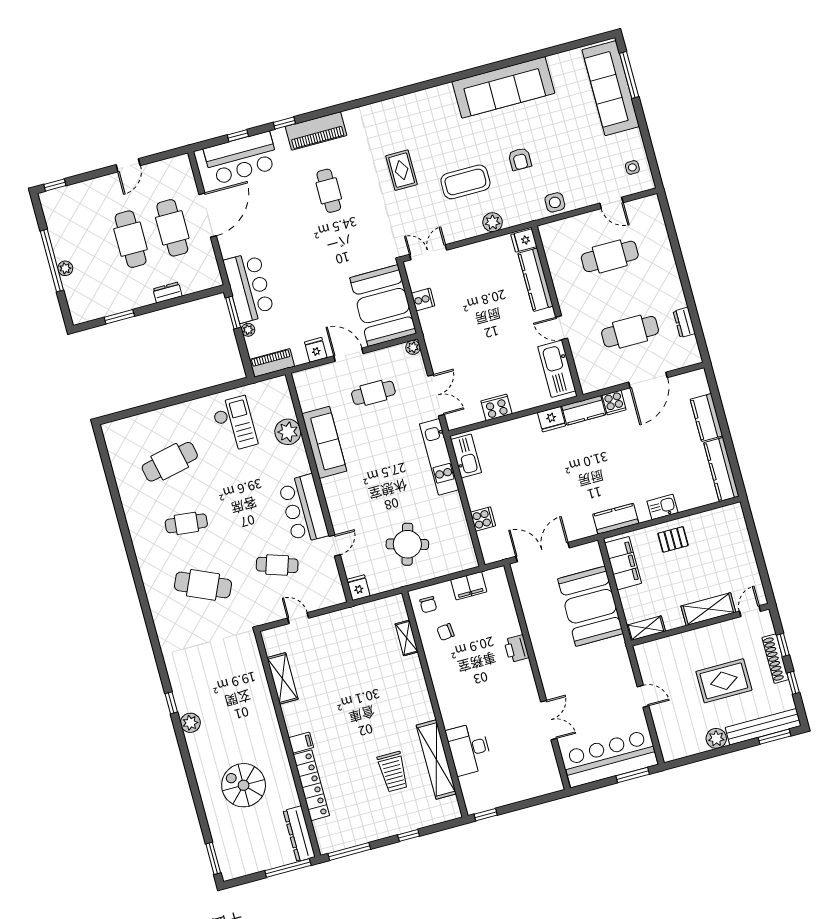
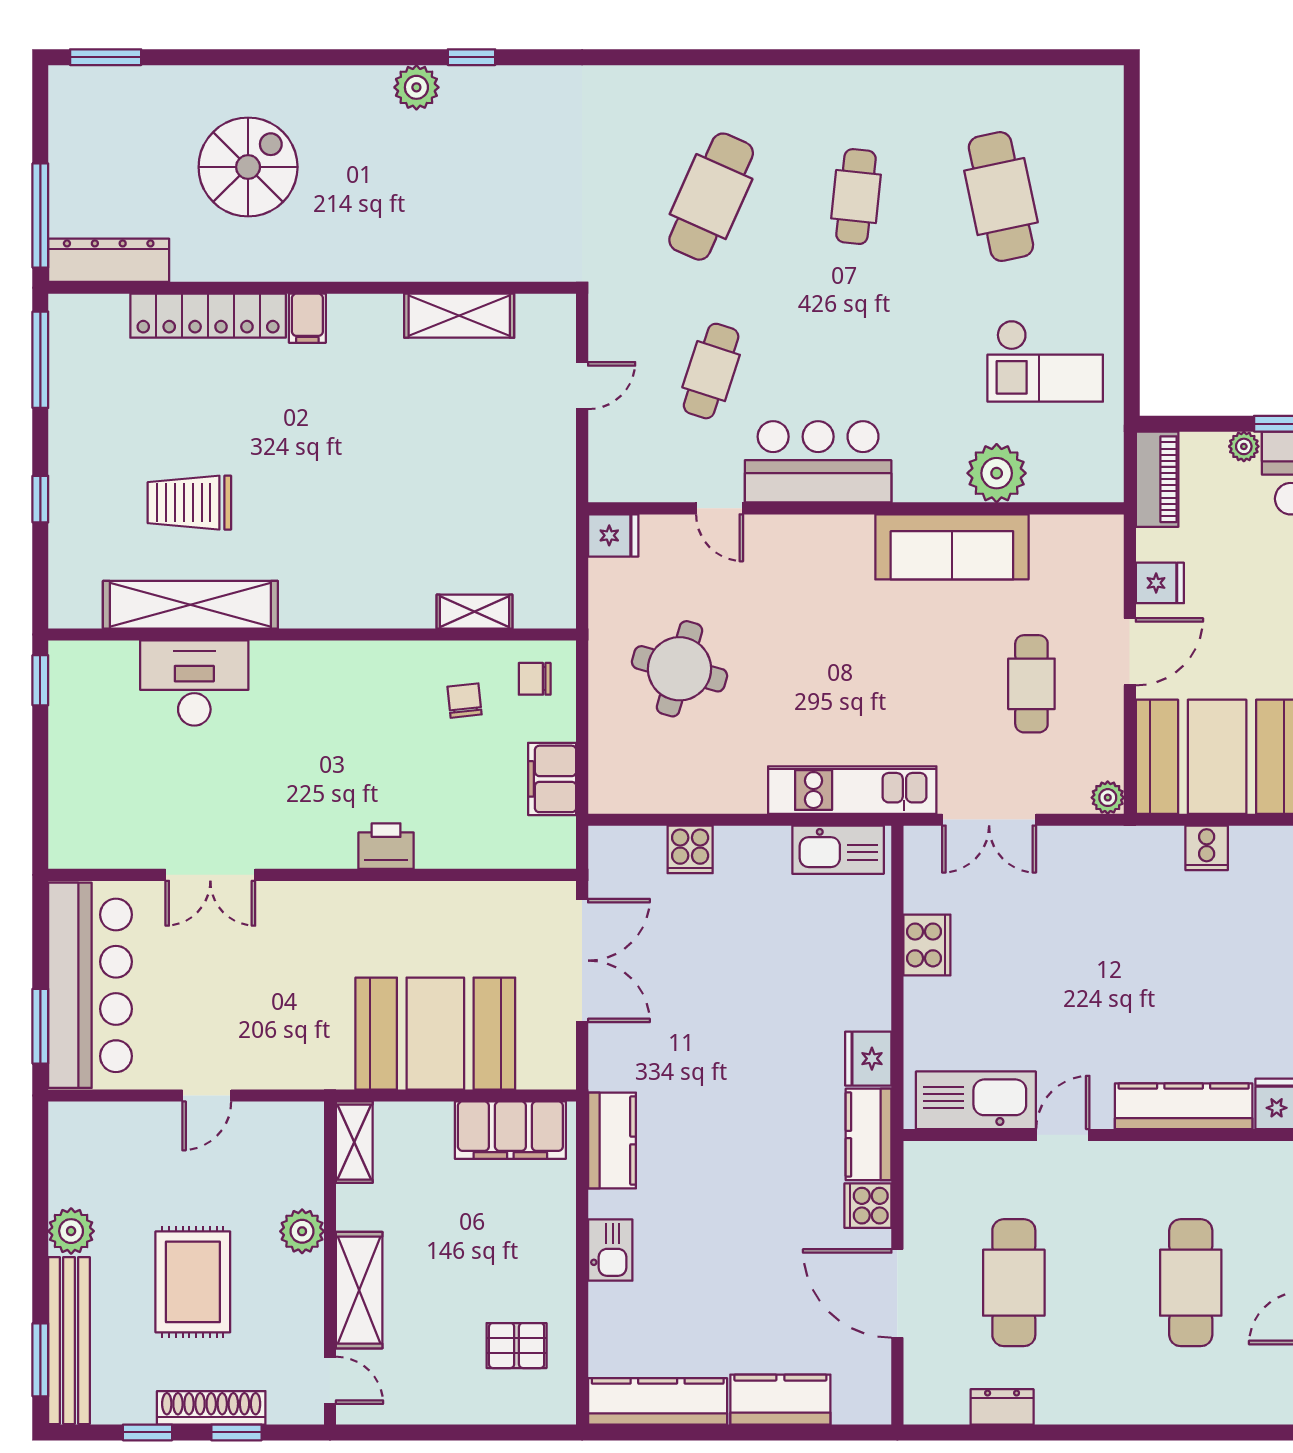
pallet: (673, 539) -> (517, 1346), moved, turned 90
plant: (690, 640) -> (302, 1231), added

